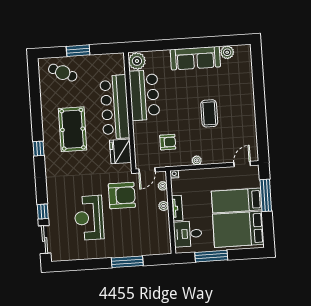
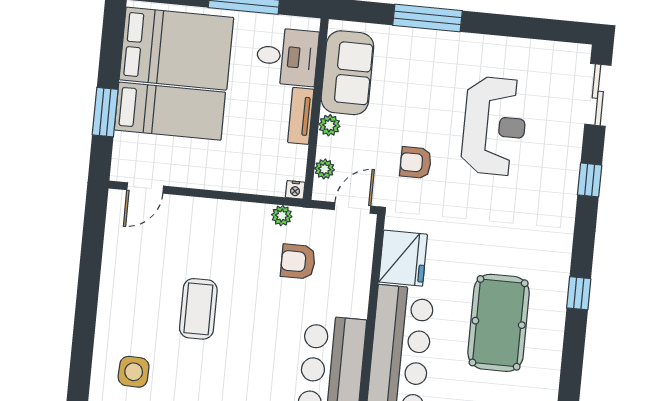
side table: (234, 80) -> (134, 372), added
plant: (197, 160) -> (282, 216), moved
window: (266, 195) -> (105, 112), width x0.69
armchair: (122, 196) -> (416, 163), width x0.53, depth x0.53
window: (43, 212) -> (590, 180), moved
sofa: (159, 231) -> (347, 73), added

